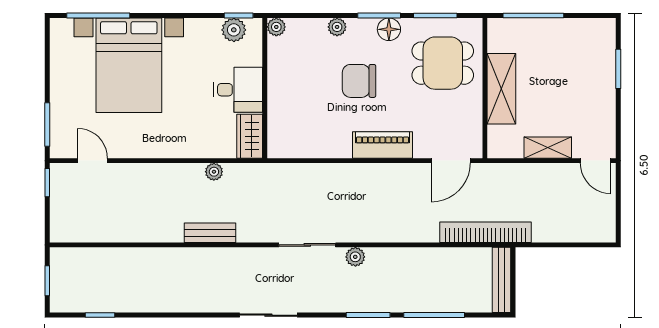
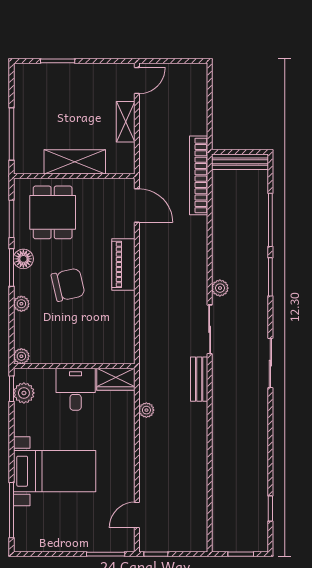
bed with nightstands: (129, 65) -> (55, 471), width x0.73
chair: (359, 81) -> (68, 285), turned -103
bench: (210, 233) -> (199, 379), moved

